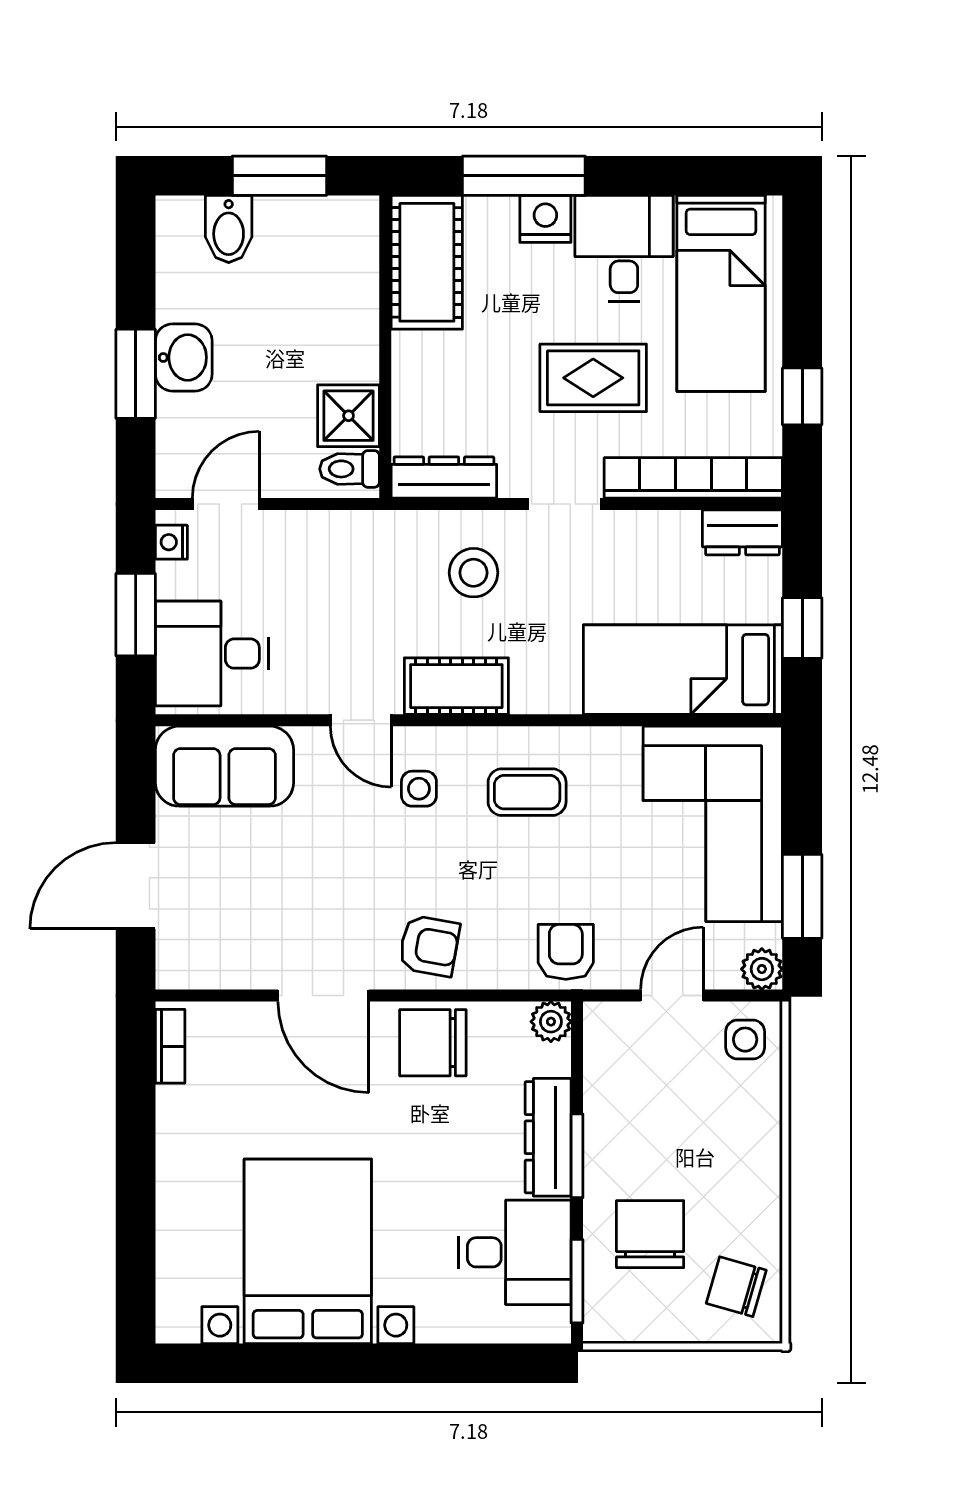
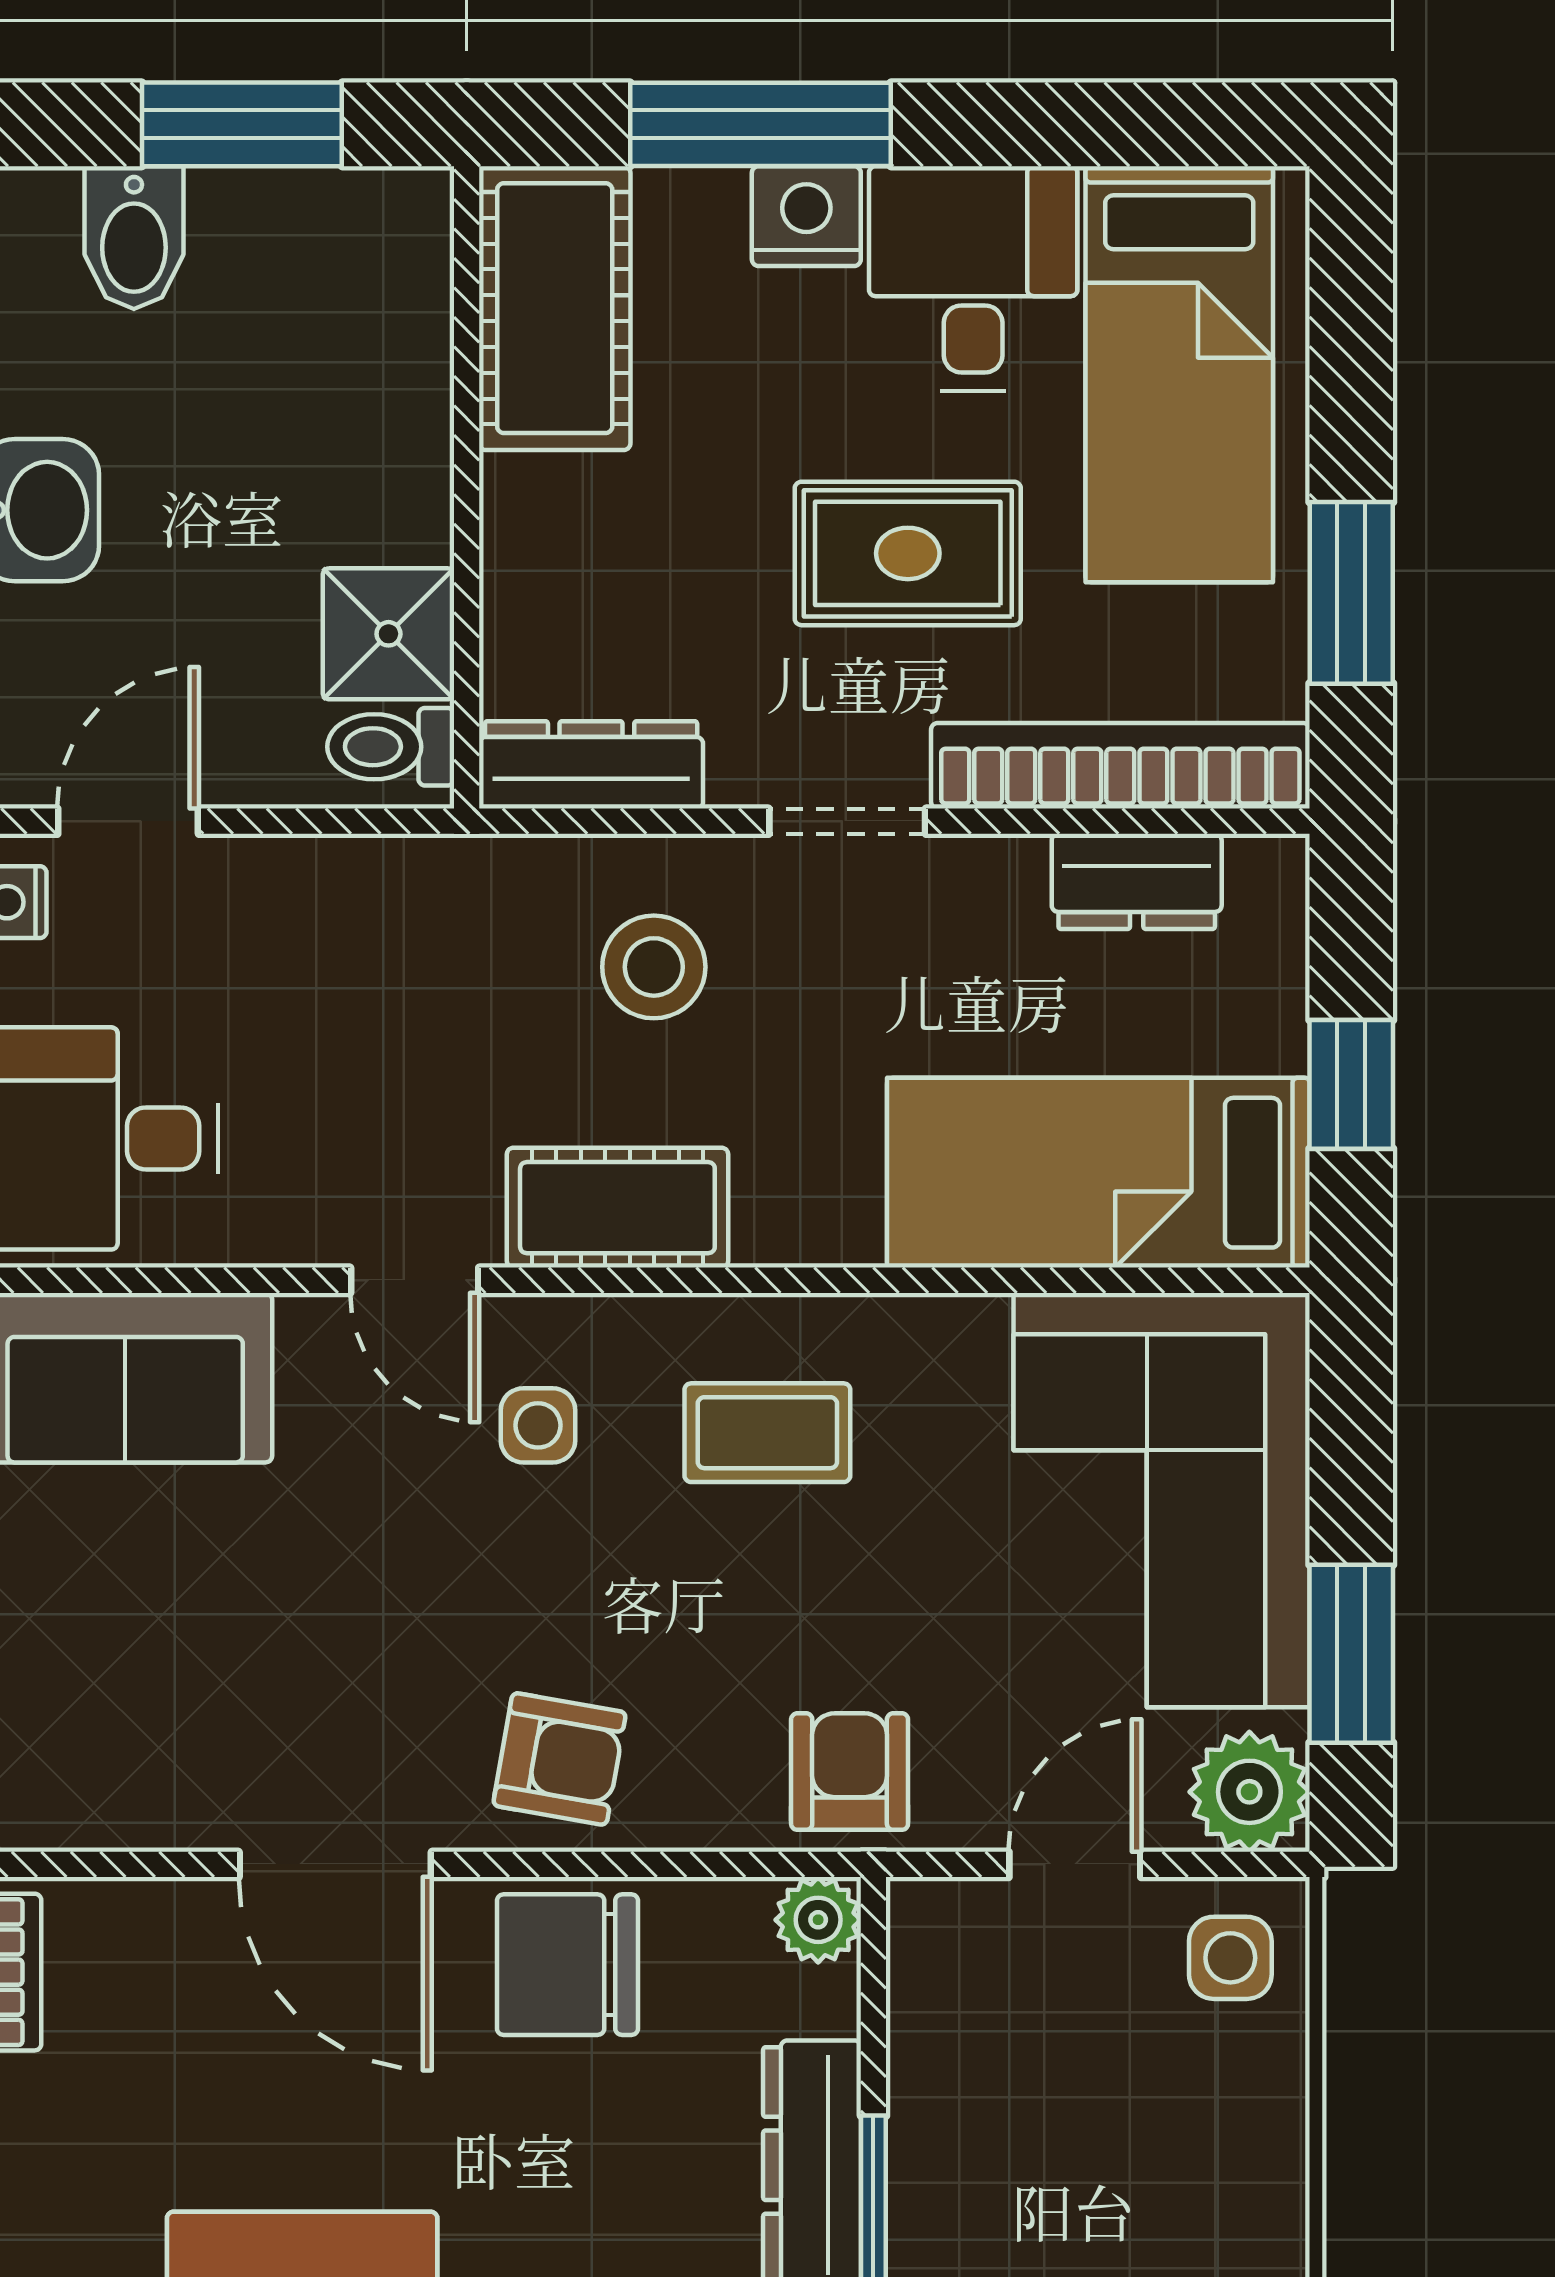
window: (802, 396) -> (1351, 593), width x1.50
dresser: (742, 532) -> (1137, 881), moved
plant: (762, 969) -> (1249, 1792), width x1.38, depth x1.38

